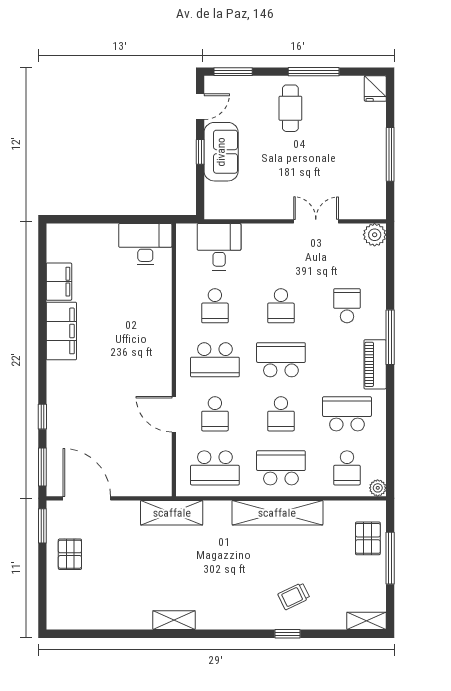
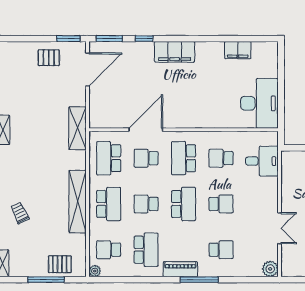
desk: (145, 244) -> (259, 103), width x1.36, depth x1.30
school desk: (281, 306) -> (221, 204), turned 180
filing cabinet: (61, 331) -> (175, 52), moved
door: (174, 414) -> (146, 130), width x1.36

